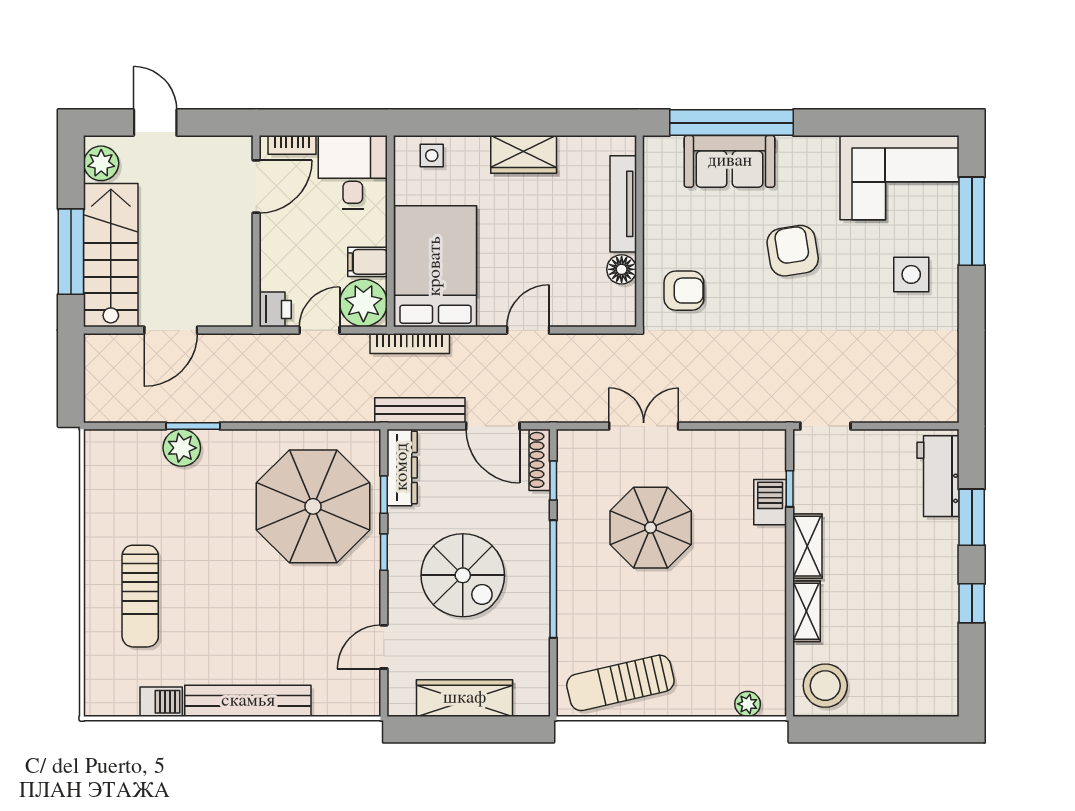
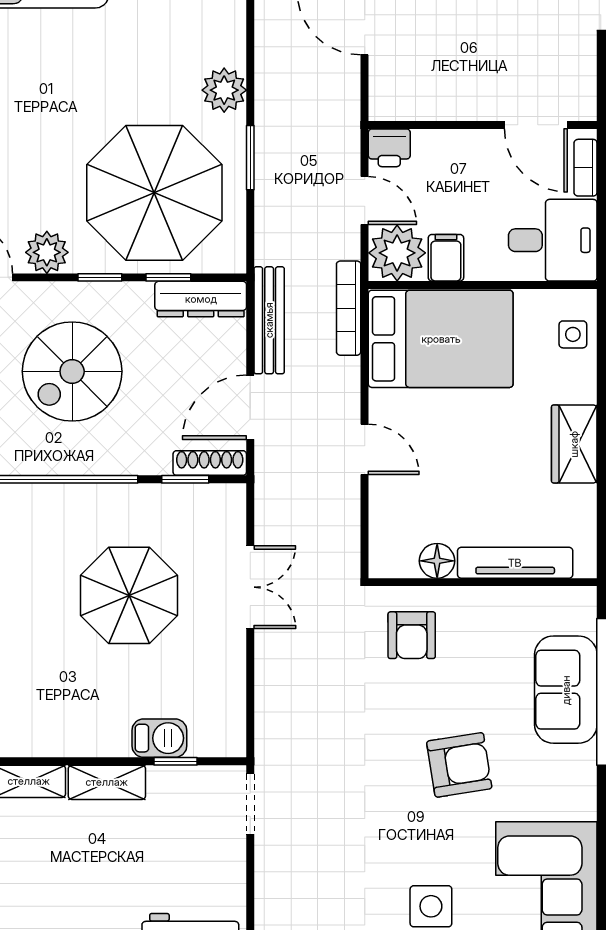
window: (193, 426) -> (250, 158), moved
plant: (182, 448) -> (224, 90), moved
plant: (363, 597) -> (47, 252), added

